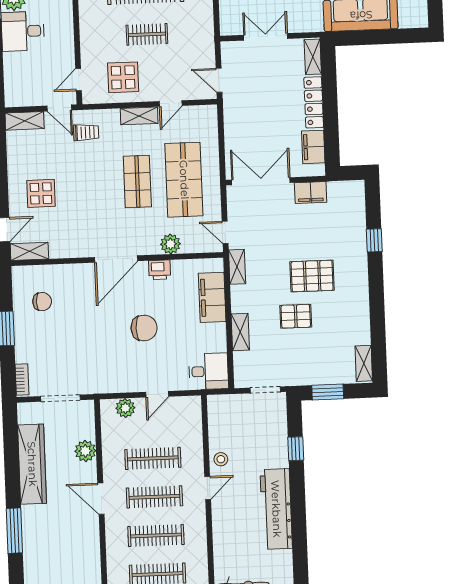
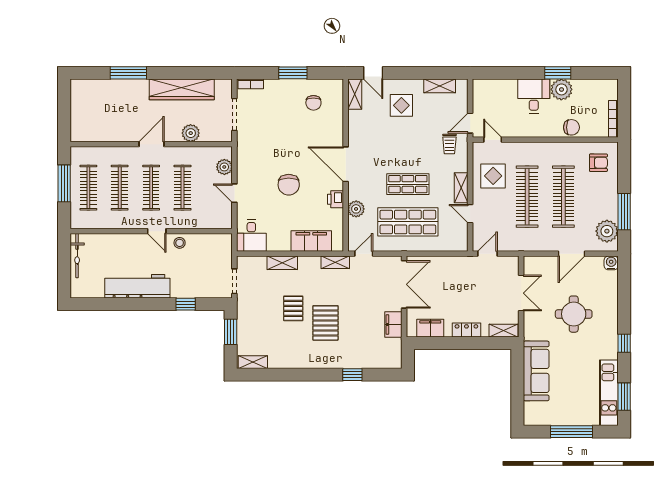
clothes rail: (147, 34) -> (527, 197), width x1.86, depth x1.31
locker: (314, 102) -> (466, 330), width x0.66
shelving: (25, 121) -> (440, 86), moved, turned 90

